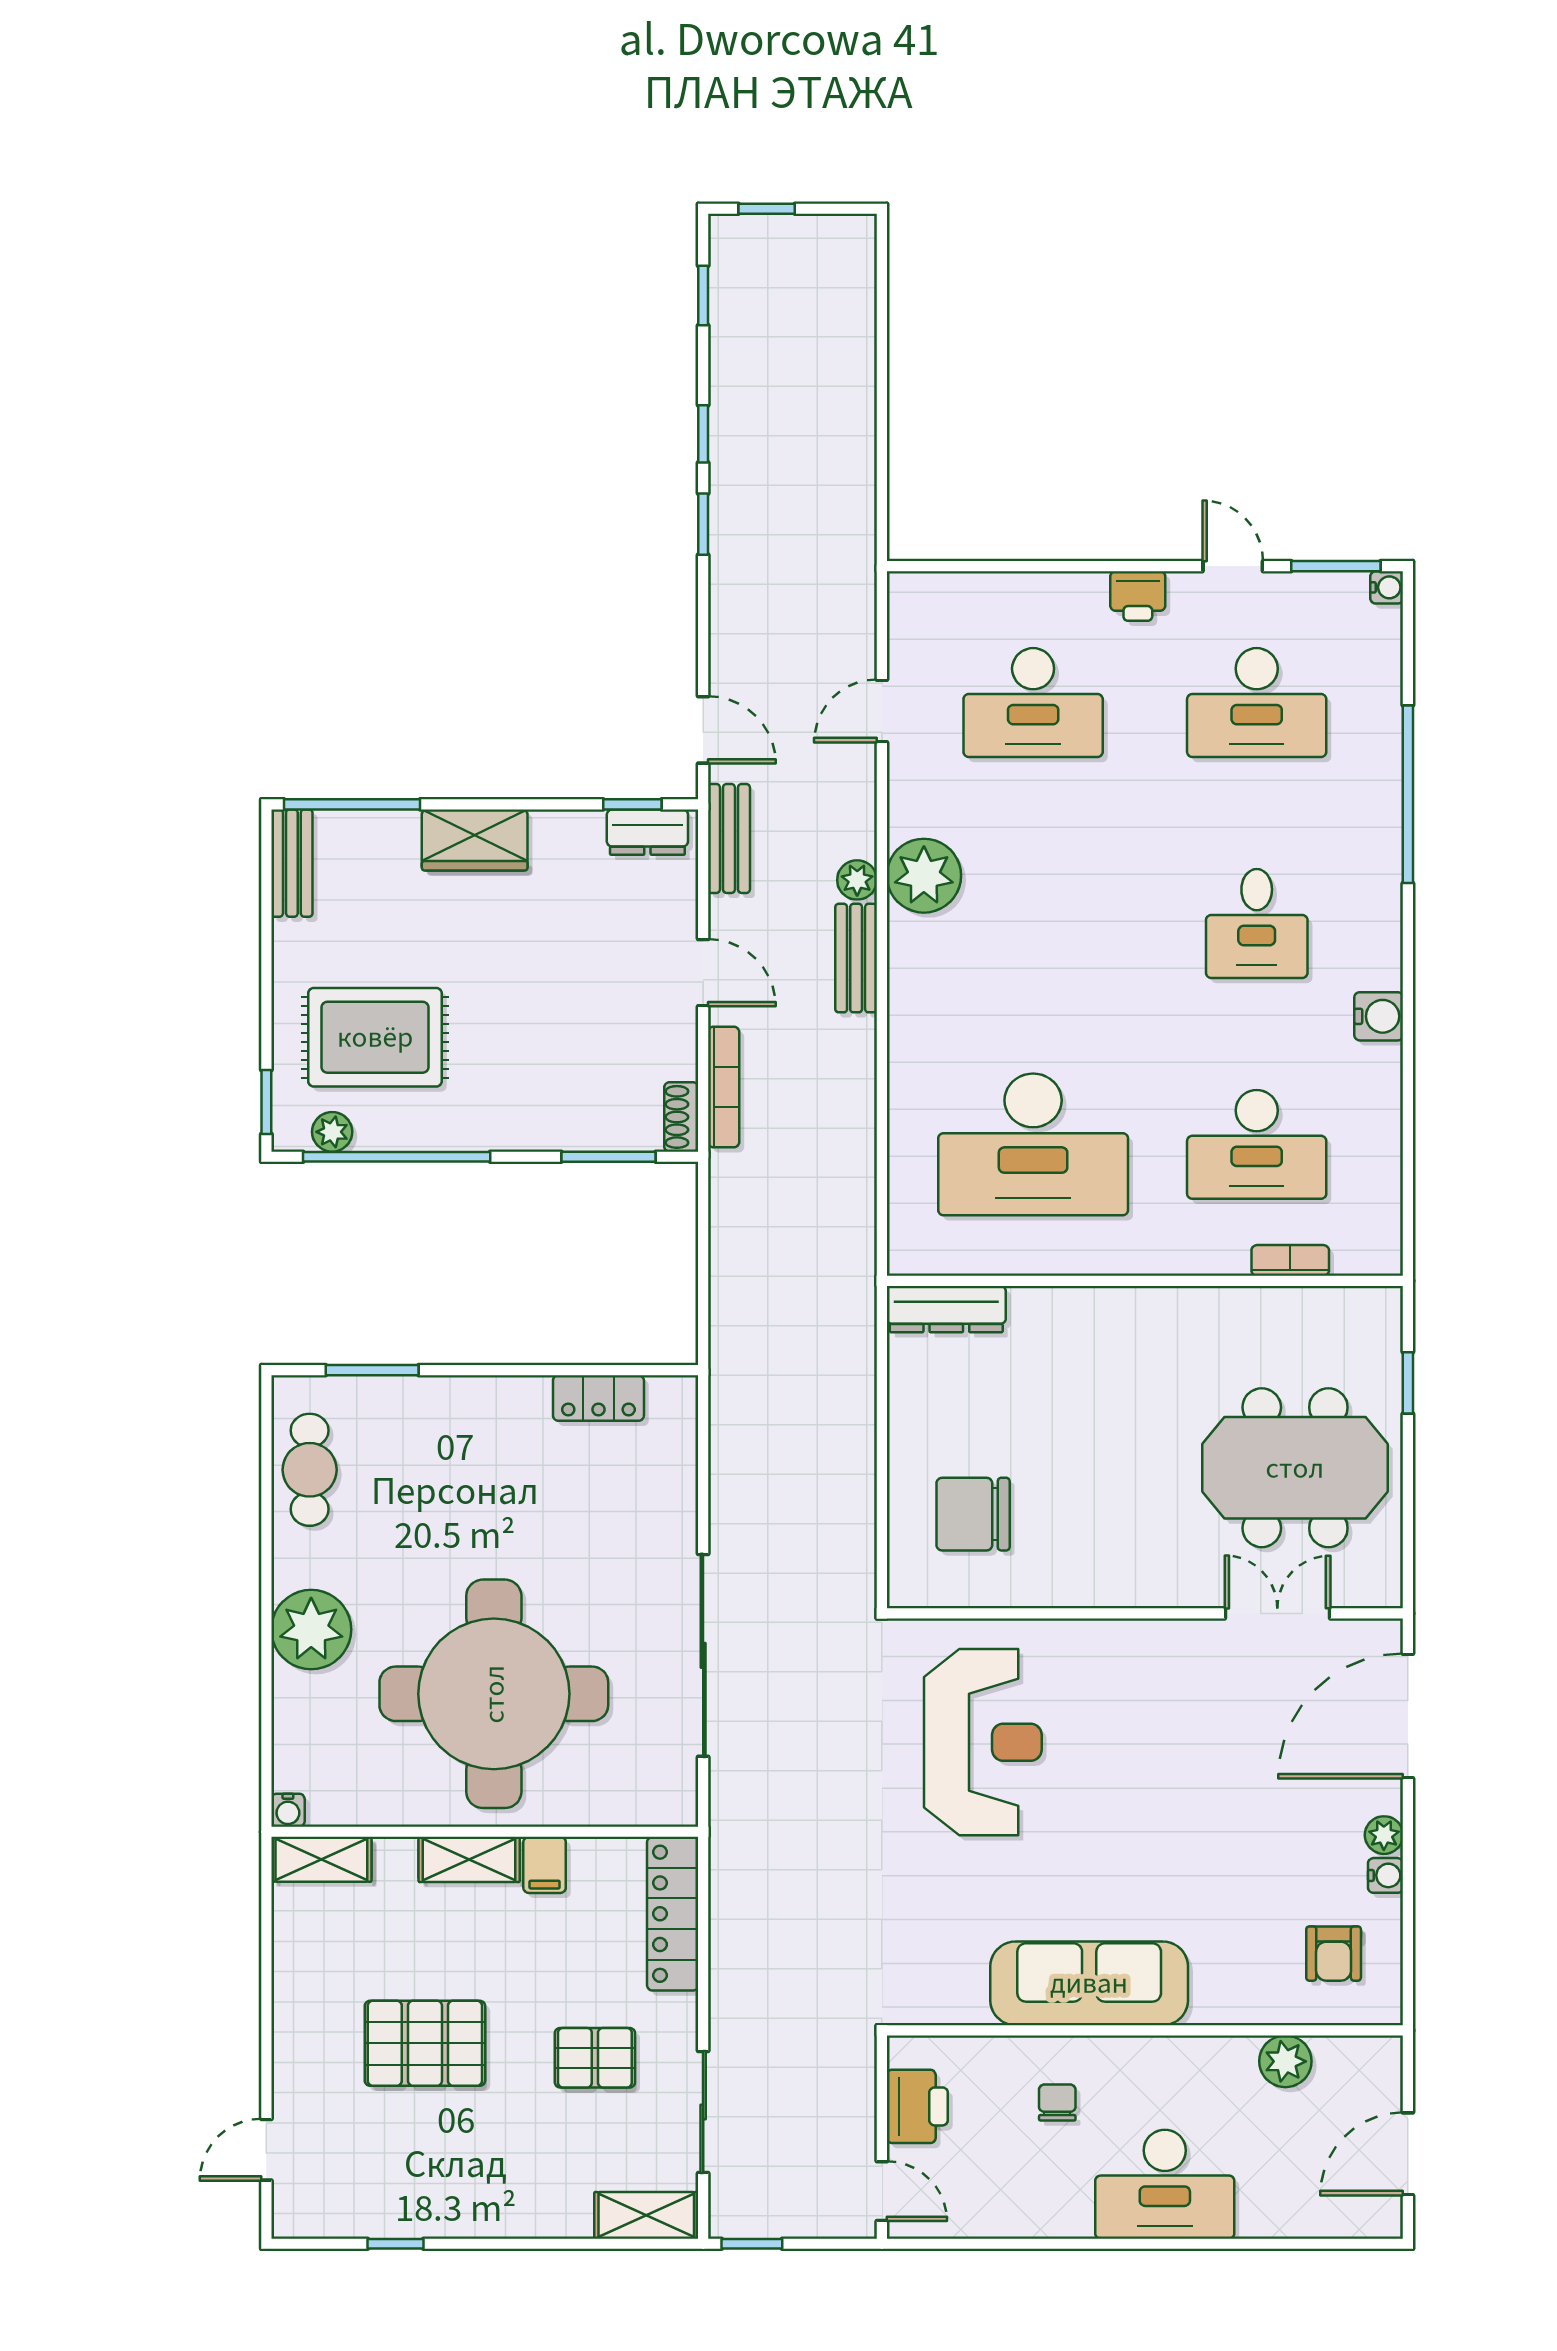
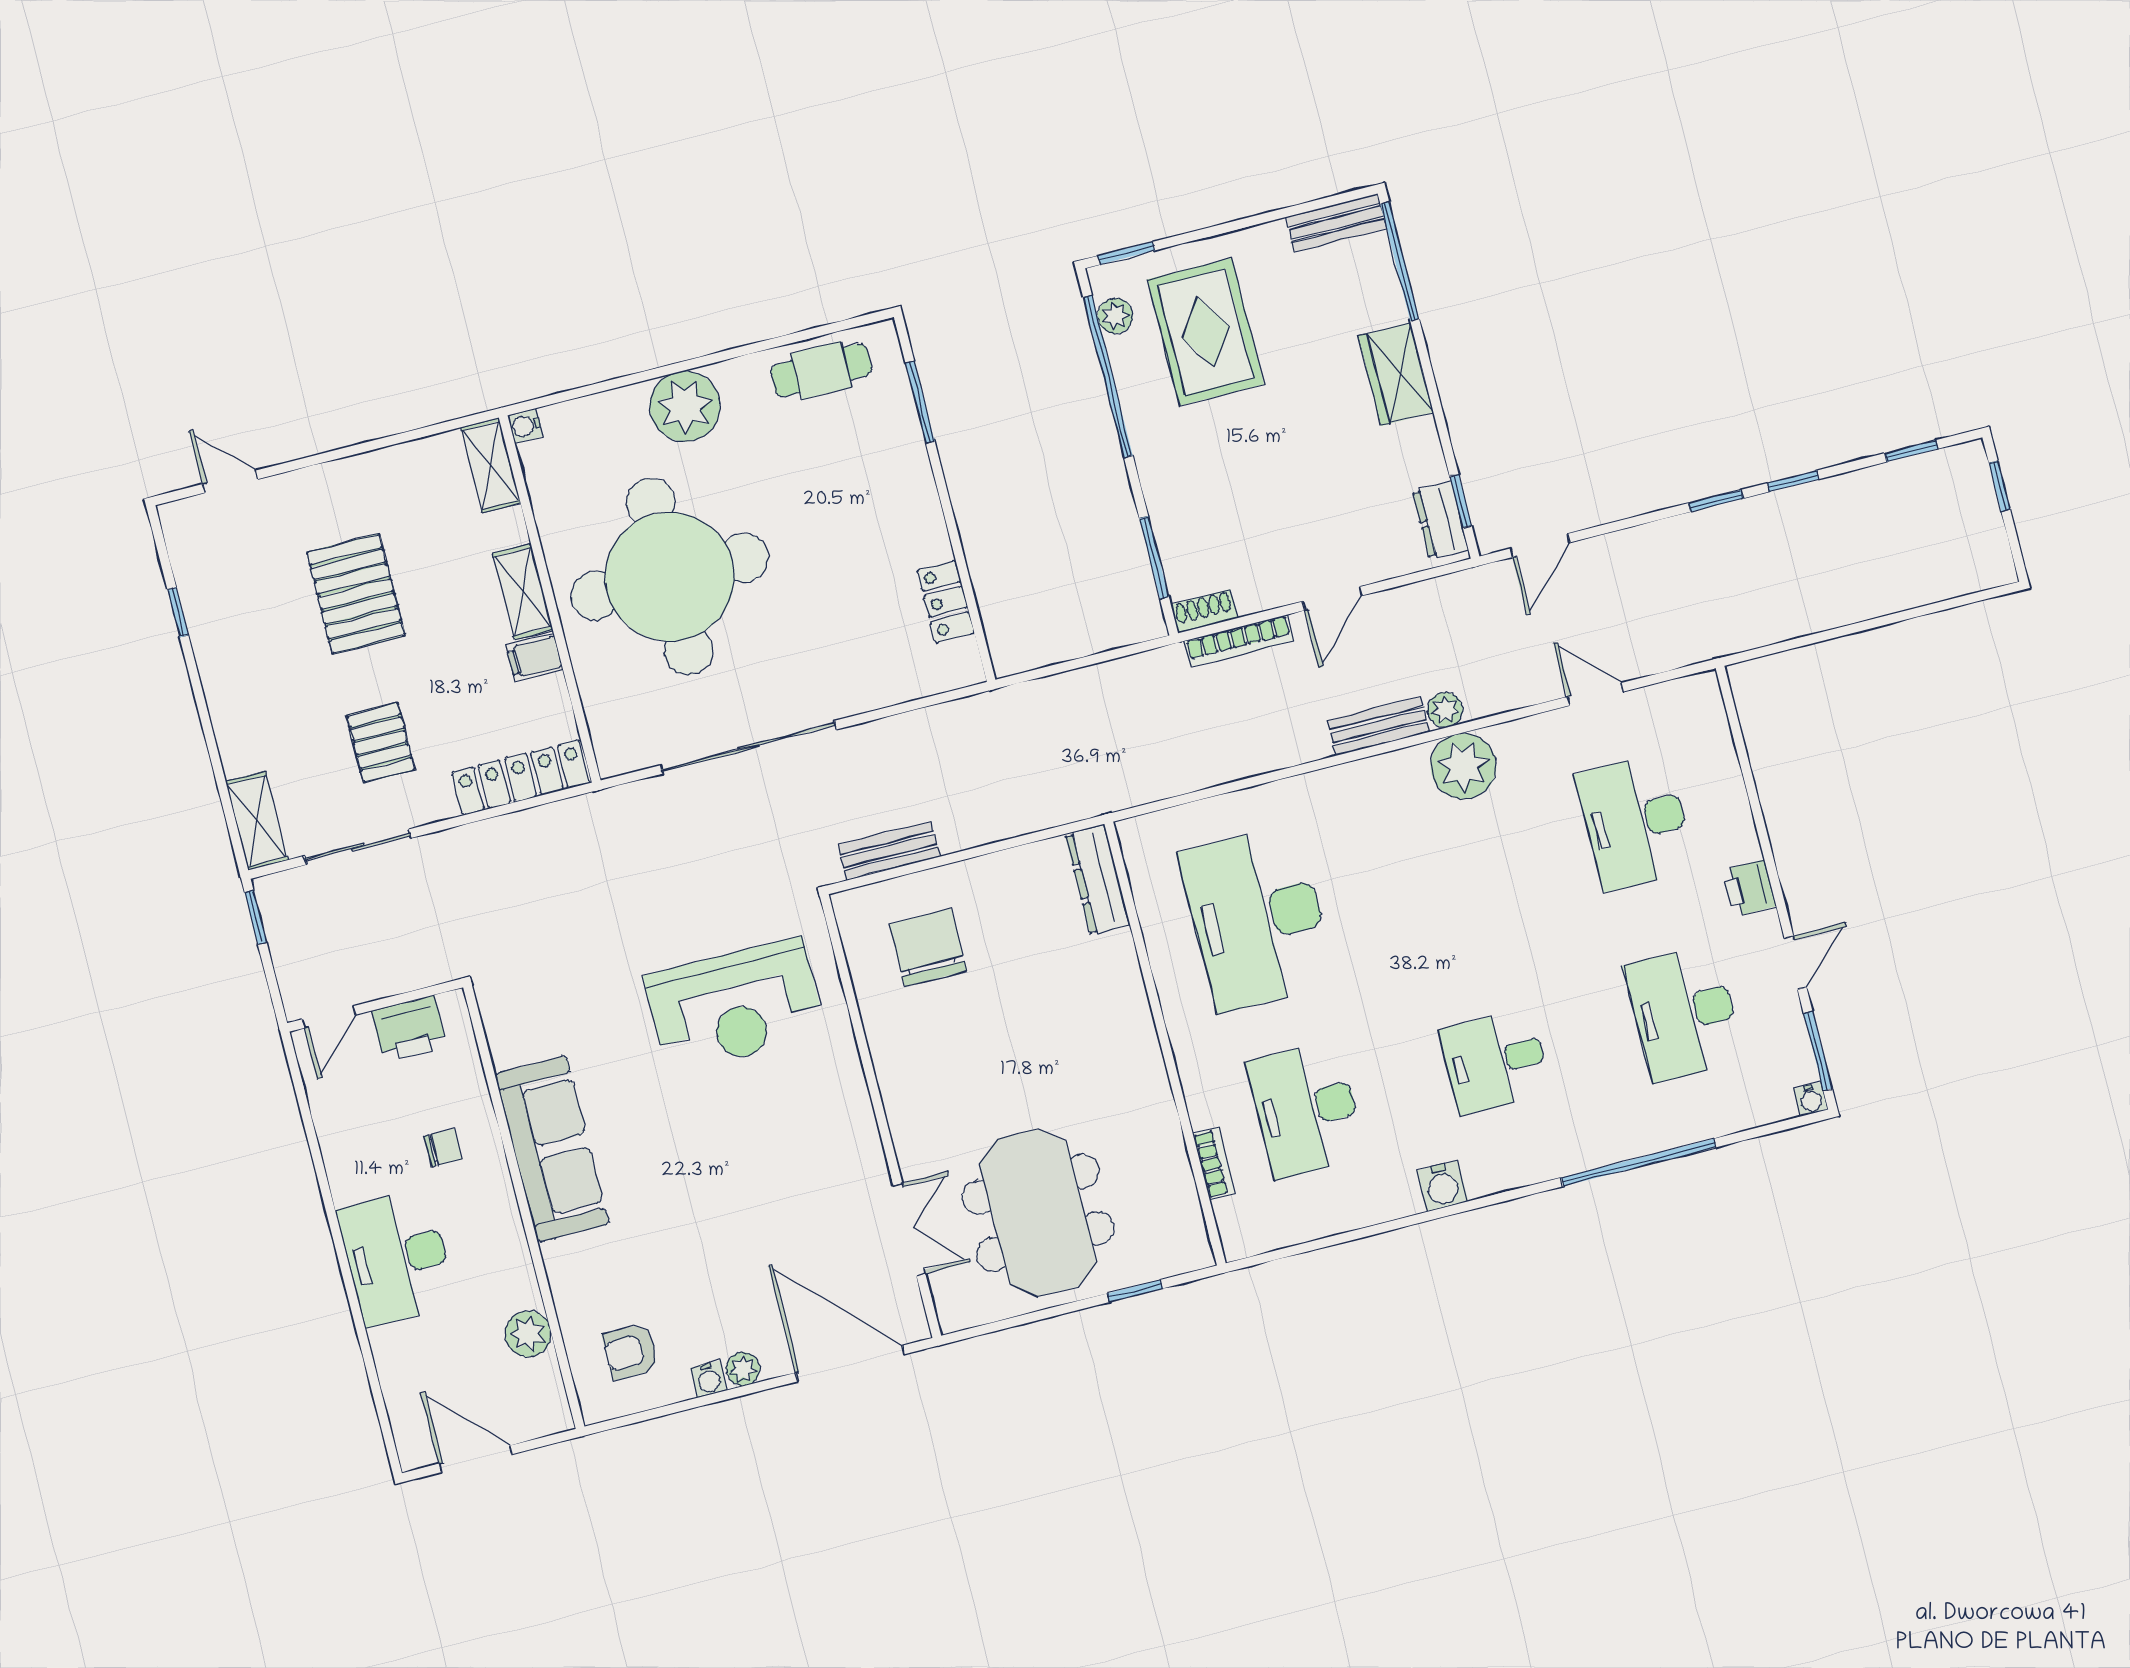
bench: (729, 838) -> (889, 851), moved

